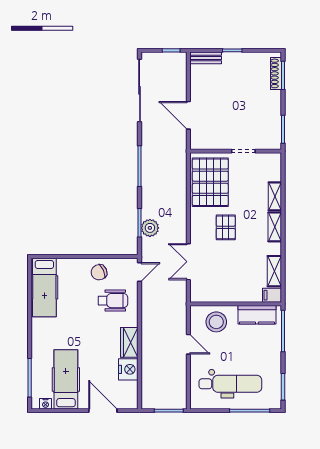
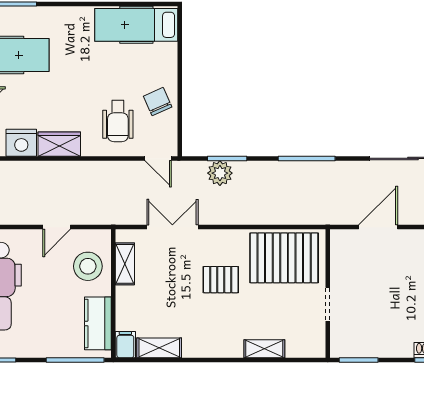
shelving: (275, 227) -> (125, 264), moved, turned 90

